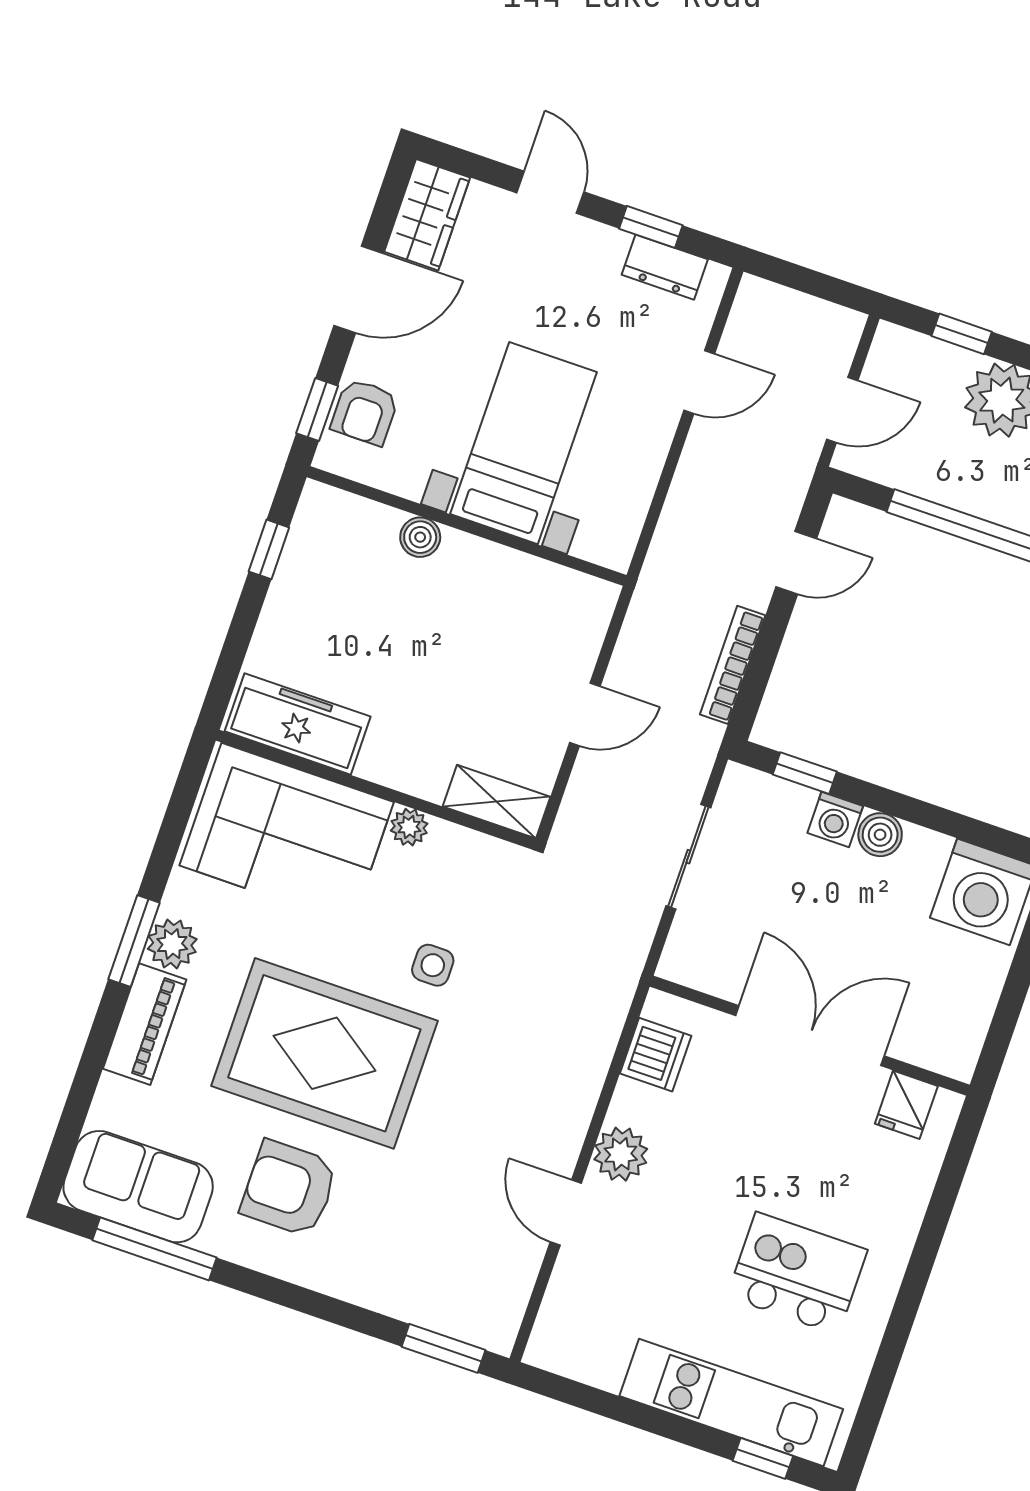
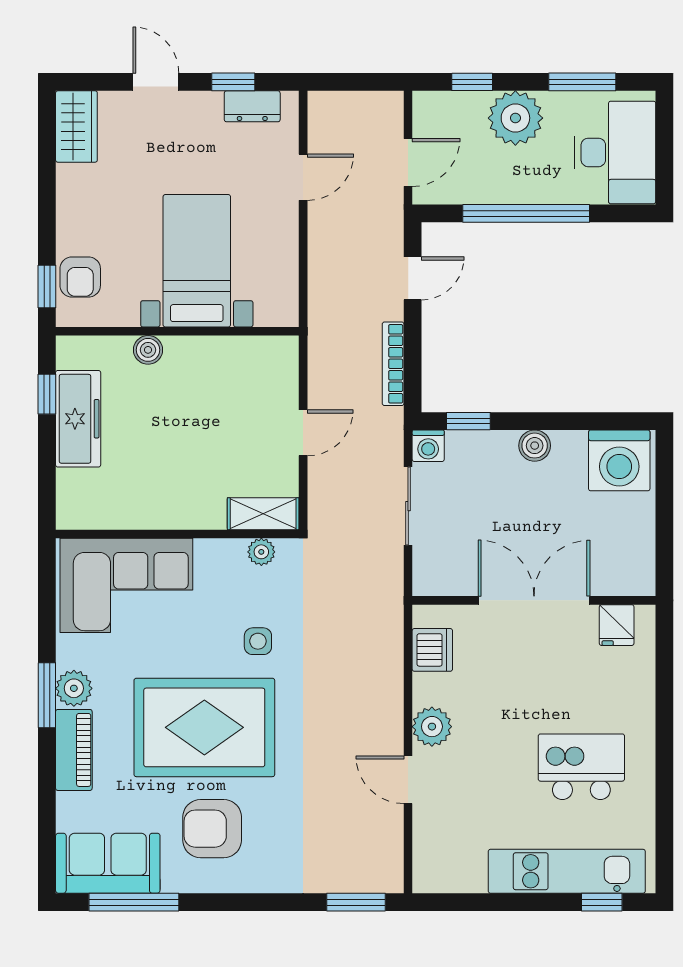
door: (358, 289) -> (47, 194), removed
freezer: (298, 724) -> (78, 419), moved, turned 90
washing machine: (835, 819) -> (428, 446), moved
plant: (409, 827) -> (261, 552), moved

